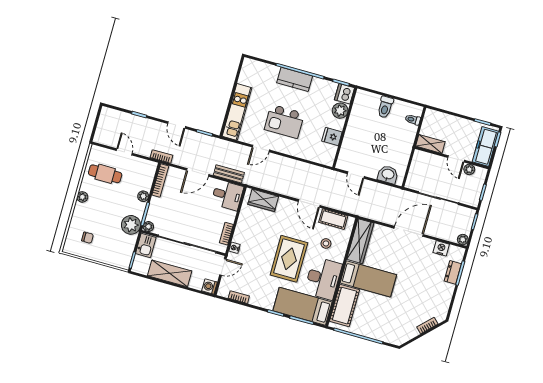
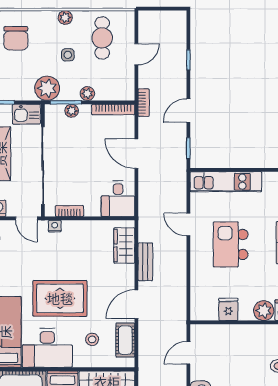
bench: (229, 174) -> (145, 262), moved
side table: (111, 203) -> (68, 55), added
plant: (148, 227) -> (72, 111), moved
chair: (88, 238) -> (16, 38), width x1.87, depth x1.87

